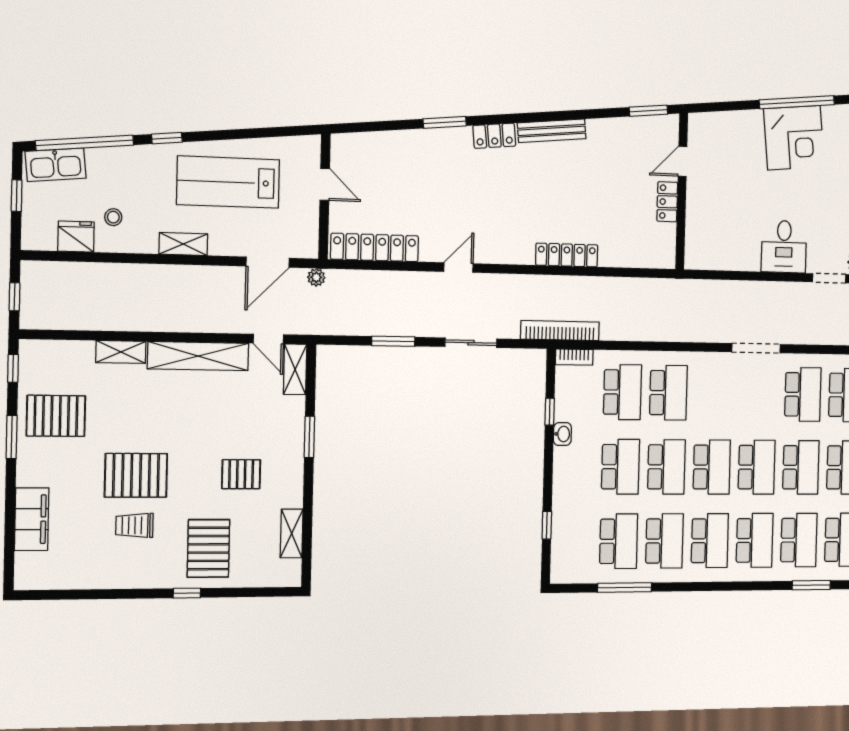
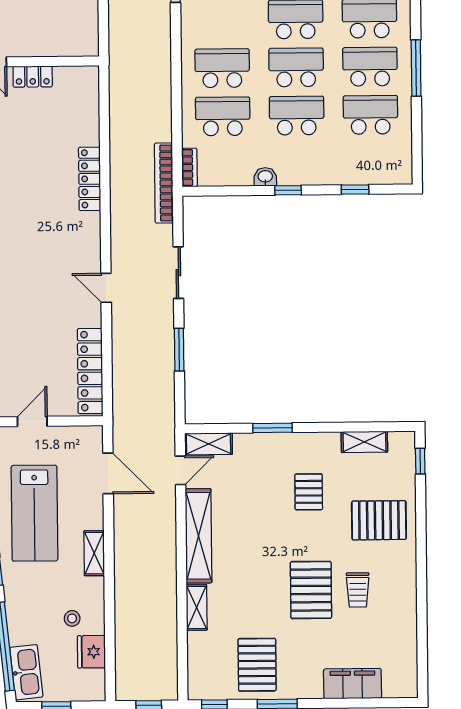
plant: (316, 277) -> (121, 426), removed
window: (550, 412) -> (288, 190), moved
window: (625, 588) -> (416, 68), moved
window: (187, 593) -> (420, 461), moved

